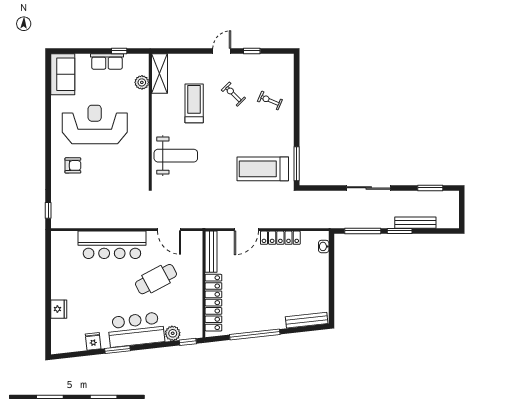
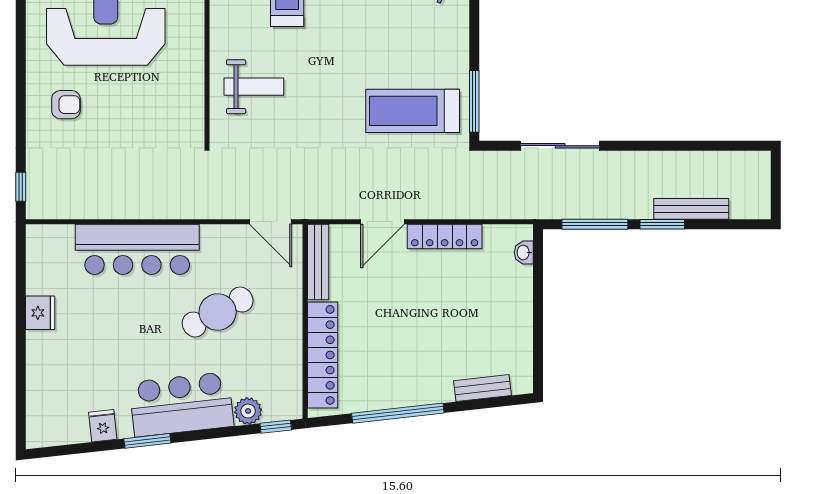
weight bench: (176, 156) -> (254, 87), width x0.73, depth x0.75
sliding door: (369, 188) -> (560, 146), moved
window: (430, 188) -> (718, 146), removed
door: (169, 230) -> (271, 222), moved
fridge: (59, 309) -> (40, 313), moved
bench: (307, 320) -> (482, 388), width x0.73

